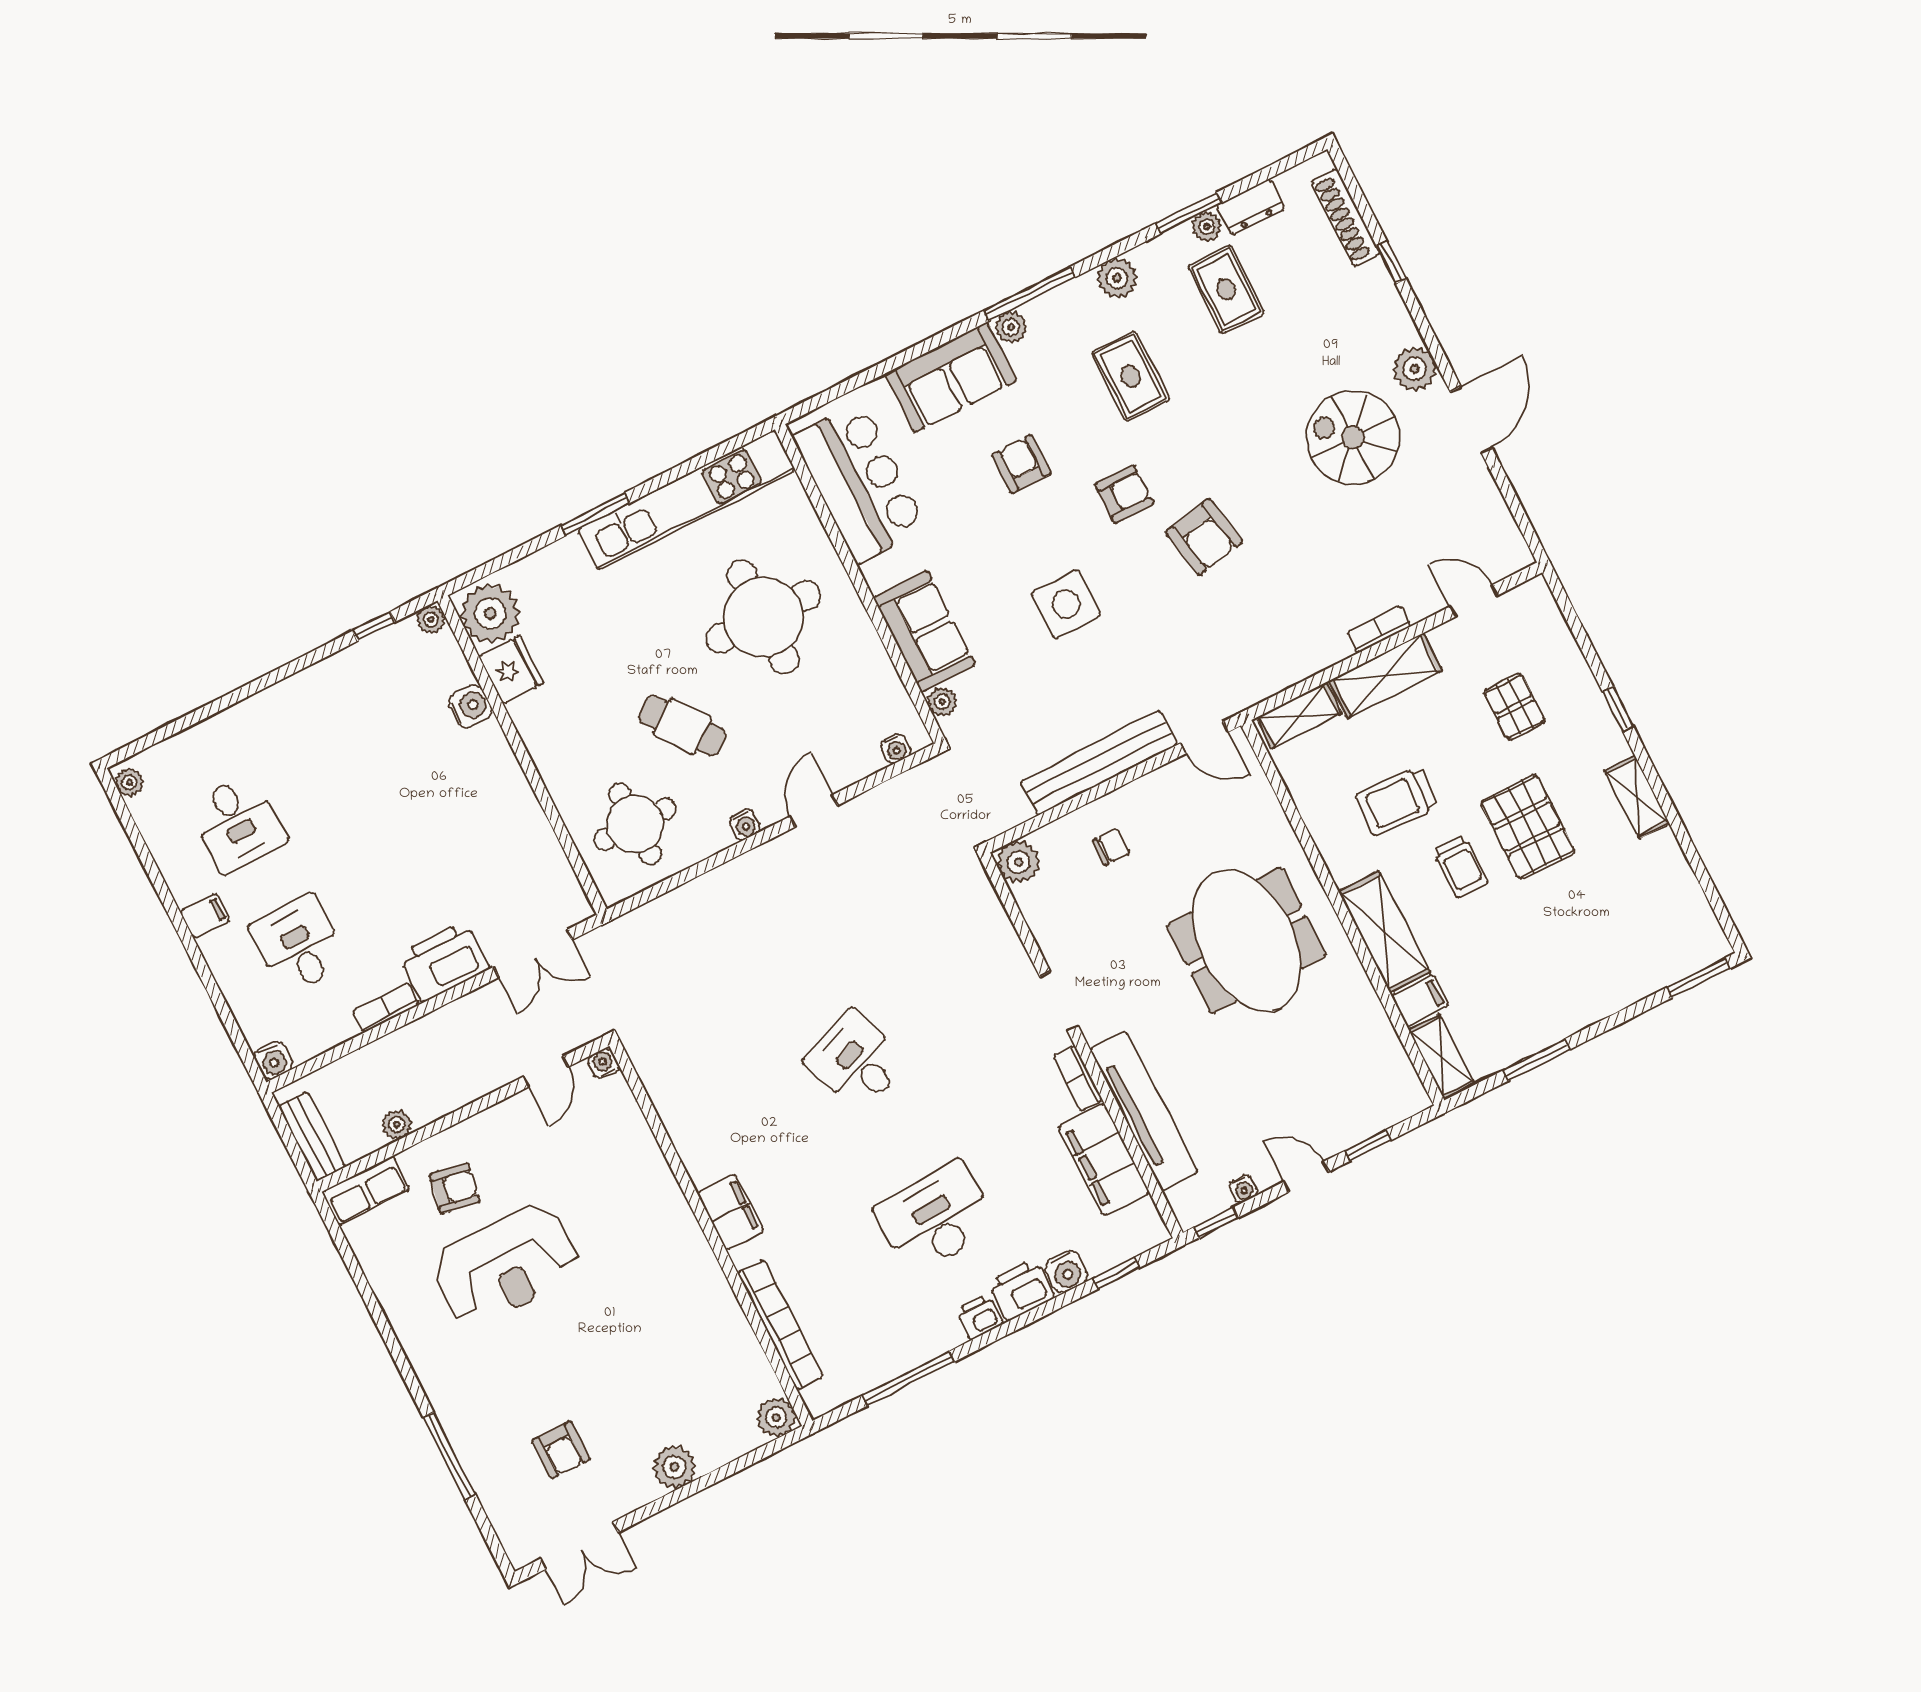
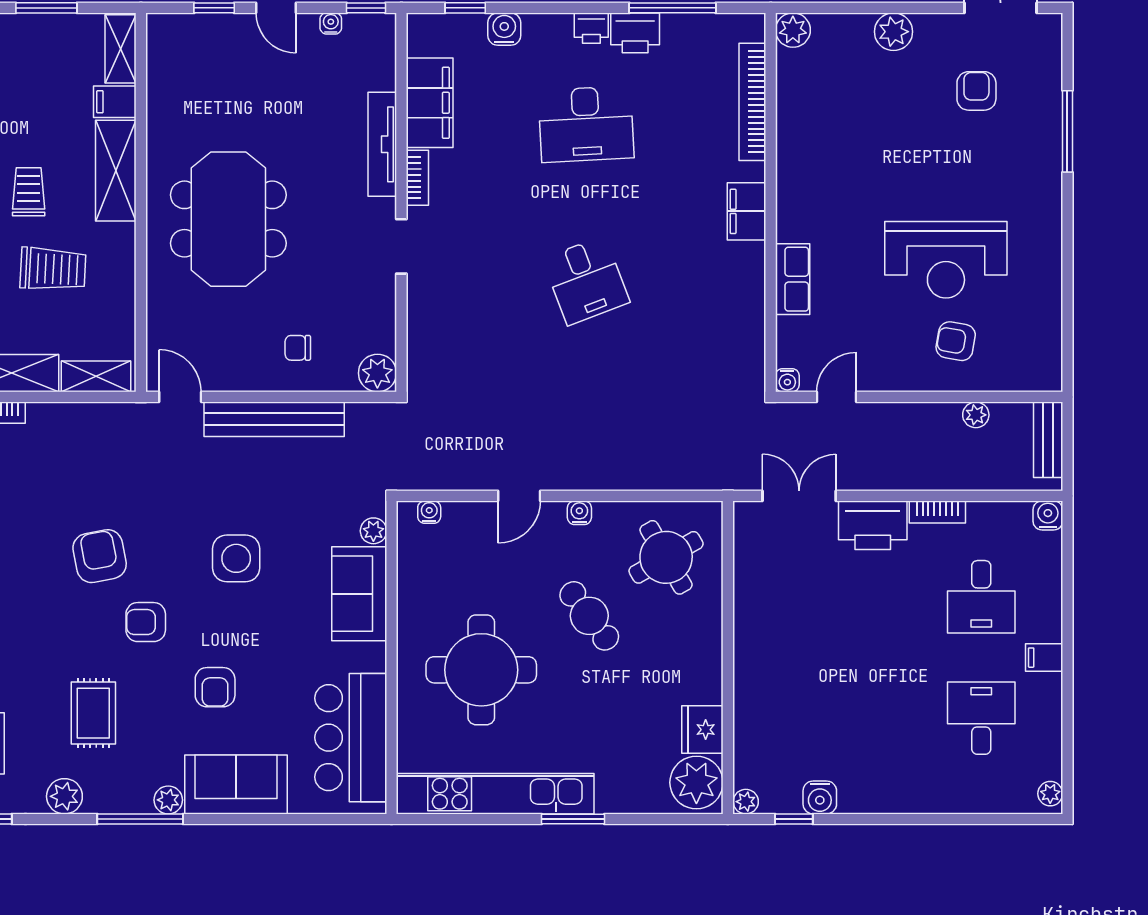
water cooler: (470, 706) -> (820, 797), moved, turned -90
round table: (635, 824) -> (666, 557), turned -30
tv unit: (1144, 1111) -> (382, 144), width x0.73, depth x0.78
row of seats: (366, 1191) -> (793, 279), moved, turned 90
reception desk: (506, 1265) -> (946, 260), turned 180
printer: (1021, 1290) -> (635, 33), moved

